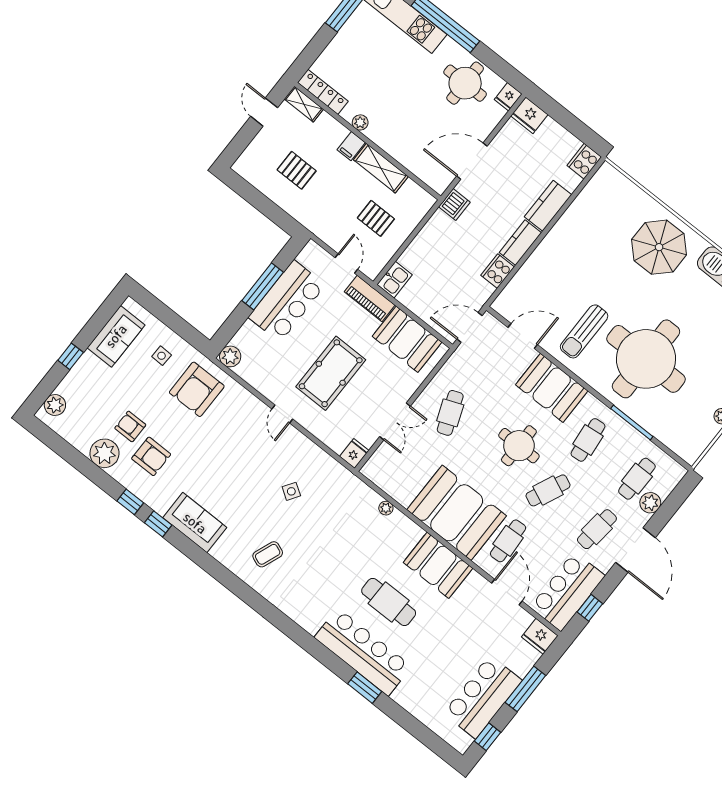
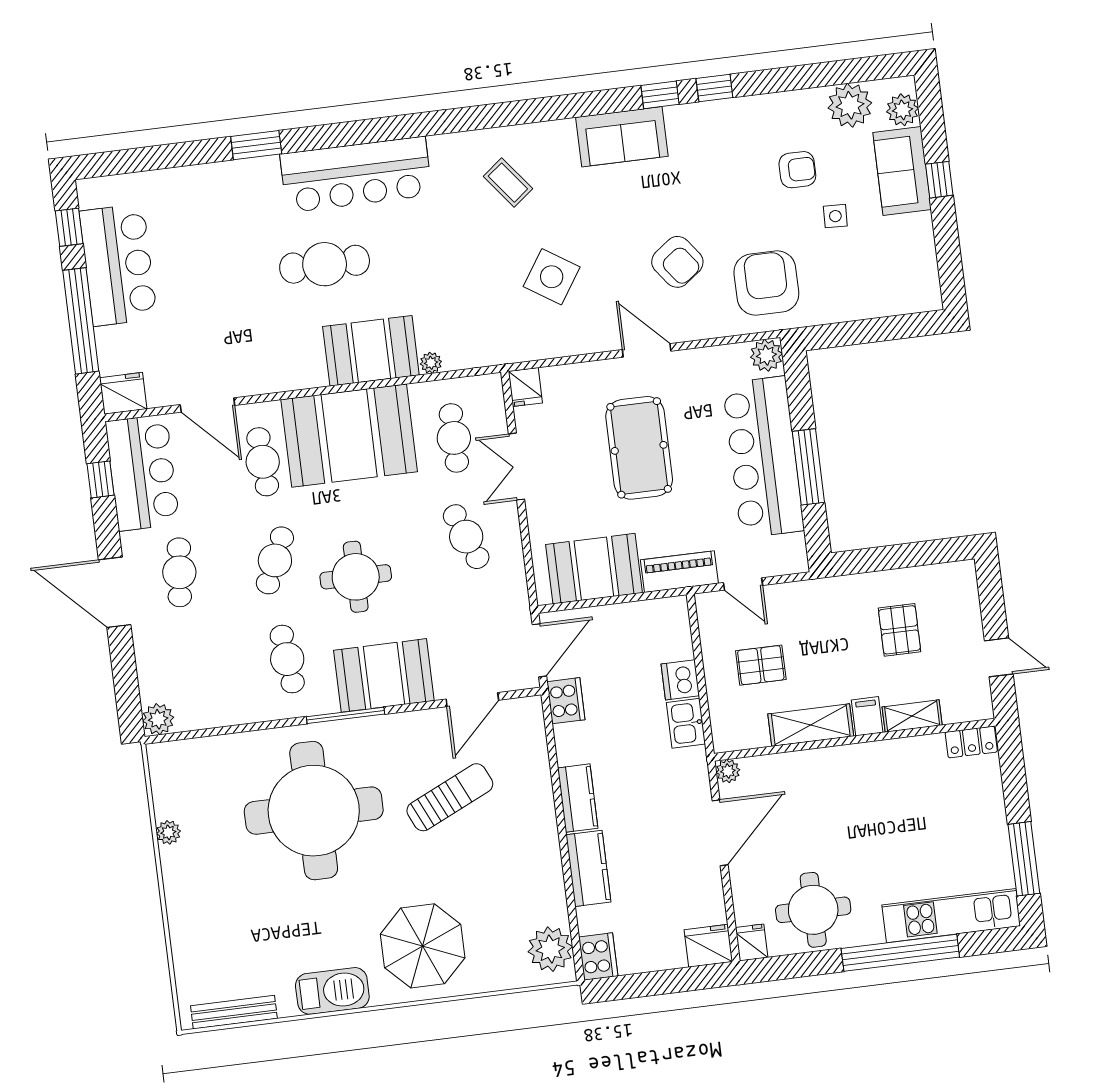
locker: (323, 92) -> (971, 742), width x0.66
shelving: (304, 104) -> (912, 716), moved
plant: (360, 122) -> (728, 771), moved
pallet: (297, 170) -> (900, 630), turned 90
plant: (603, 187) -> (550, 949), added
dishwasher: (454, 205) -> (680, 680), moved
cooker: (498, 271) -> (566, 701), moved
kitchen sink: (395, 280) -> (686, 723), moved
bar counter: (287, 301) -> (763, 457), width x1.36
sun lounger: (584, 331) -> (450, 797), moved, turned 65
sofa: (116, 336) -> (902, 171), moved
side table: (162, 356) -> (835, 216), moved
door: (282, 414) -> (647, 350), width x1.38
window: (632, 423) -> (345, 715), moved
plant: (104, 453) -> (850, 105), moved
armchair: (151, 456) -> (677, 262), moved, turned -127
cafe table: (637, 479) -> (454, 438), moved
side table: (291, 491) -> (552, 277), width x1.87, depth x1.87
plant: (650, 503) -> (158, 719), moved
coffee table: (268, 554) -> (508, 183), turned -59
booth: (438, 565) -> (371, 351), moved
bar counter: (363, 652) -> (356, 175), moved
window: (525, 689) -> (81, 321), width x1.46

